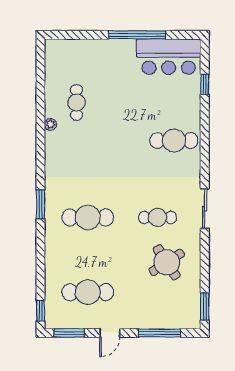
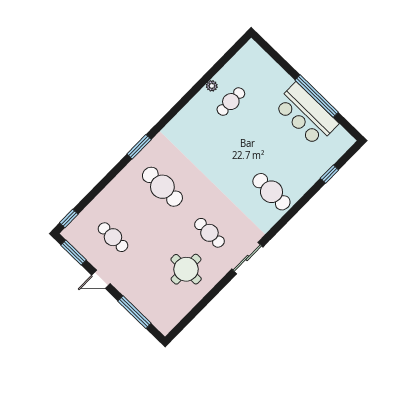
bar counter: (169, 57) -> (306, 114), moved
plant: (50, 124) -> (212, 86), moved
round table: (167, 262) -> (186, 269), turned 33
cafe table: (88, 292) -> (113, 237), width x0.73, depth x0.74
window: (205, 306) -> (183, 324), removed

